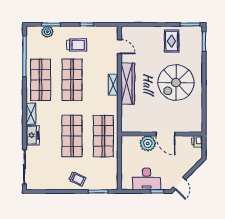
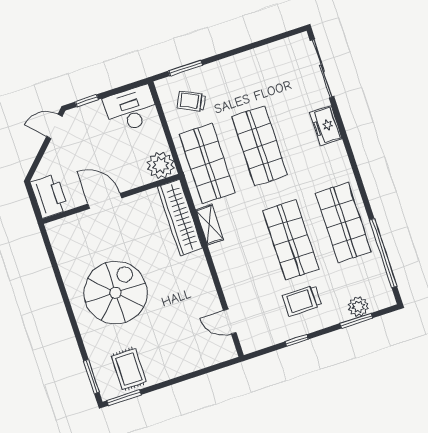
rug: (172, 41) -> (129, 369), moved
wardrobe: (128, 84) -> (180, 217), moved
shelving: (113, 85) -> (209, 225), moved
shelving: (31, 114) -> (341, 160), removed
printer: (197, 141) -> (49, 196), width x1.87, depth x1.48
plant: (148, 143) -> (161, 165), moved
trolley: (77, 179) -> (191, 101), moved
desk: (147, 179) -> (131, 109), moved
door: (179, 183) -> (54, 126), hinge flipped

